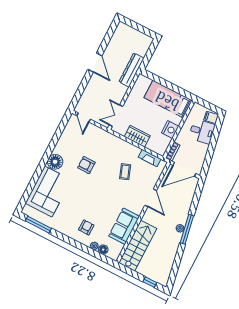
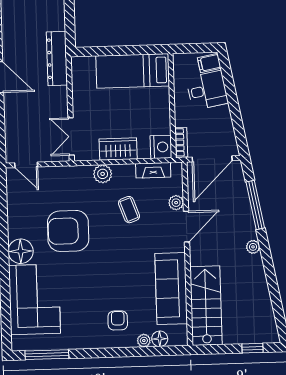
nightstand: (170, 130) -> (161, 147), moved
plant: (122, 145) -> (103, 174), added
armchair: (86, 165) -> (68, 231), width x1.88, depth x1.88
plant: (152, 182) -> (176, 203), added
door: (151, 198) -> (186, 227), hinge flipped
sofa: (124, 226) -> (171, 289), width x1.36
window: (187, 229) -> (255, 205), moved

